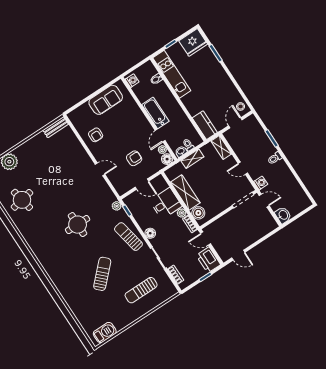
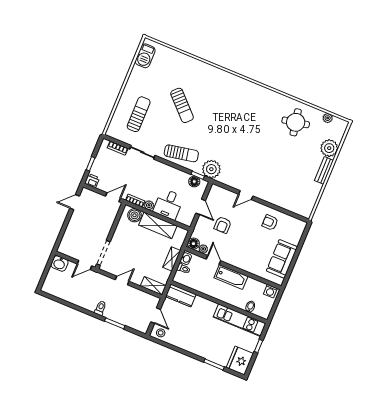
bench: (56, 127) -> (324, 170), moved
washing machine: (261, 183) -> (98, 278), removed
door: (142, 184) -> (201, 207), swing flipped
plant: (117, 206) -> (211, 169), width x1.87, depth x1.87
round table: (78, 225) -> (233, 134), removed
floor lamp: (150, 233) -> (194, 182), moved
printer: (208, 260) -> (92, 181), width x0.53, depth x0.68

